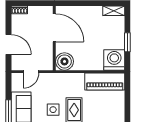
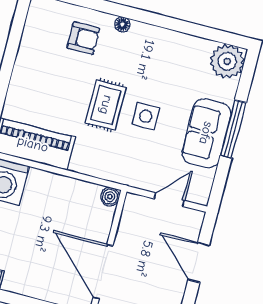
boiler: (64, 61) -> (110, 197), width x0.54, depth x0.54

